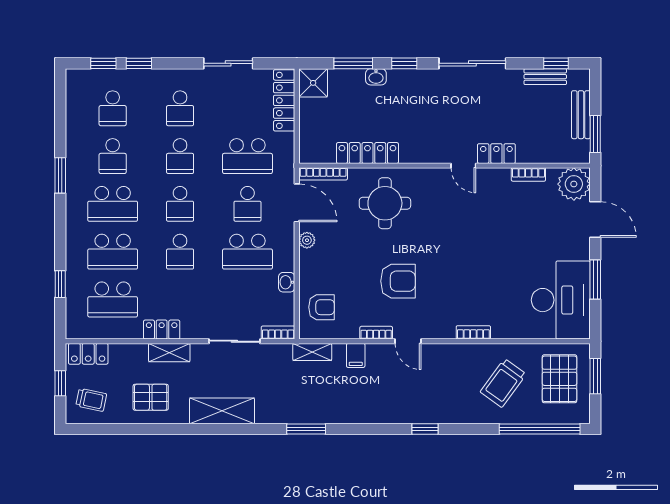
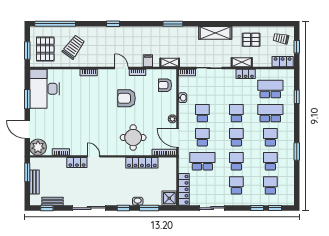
school desk: (113, 204) -> (270, 137), width x0.54
school desk: (247, 252) -> (202, 113), width x0.54

